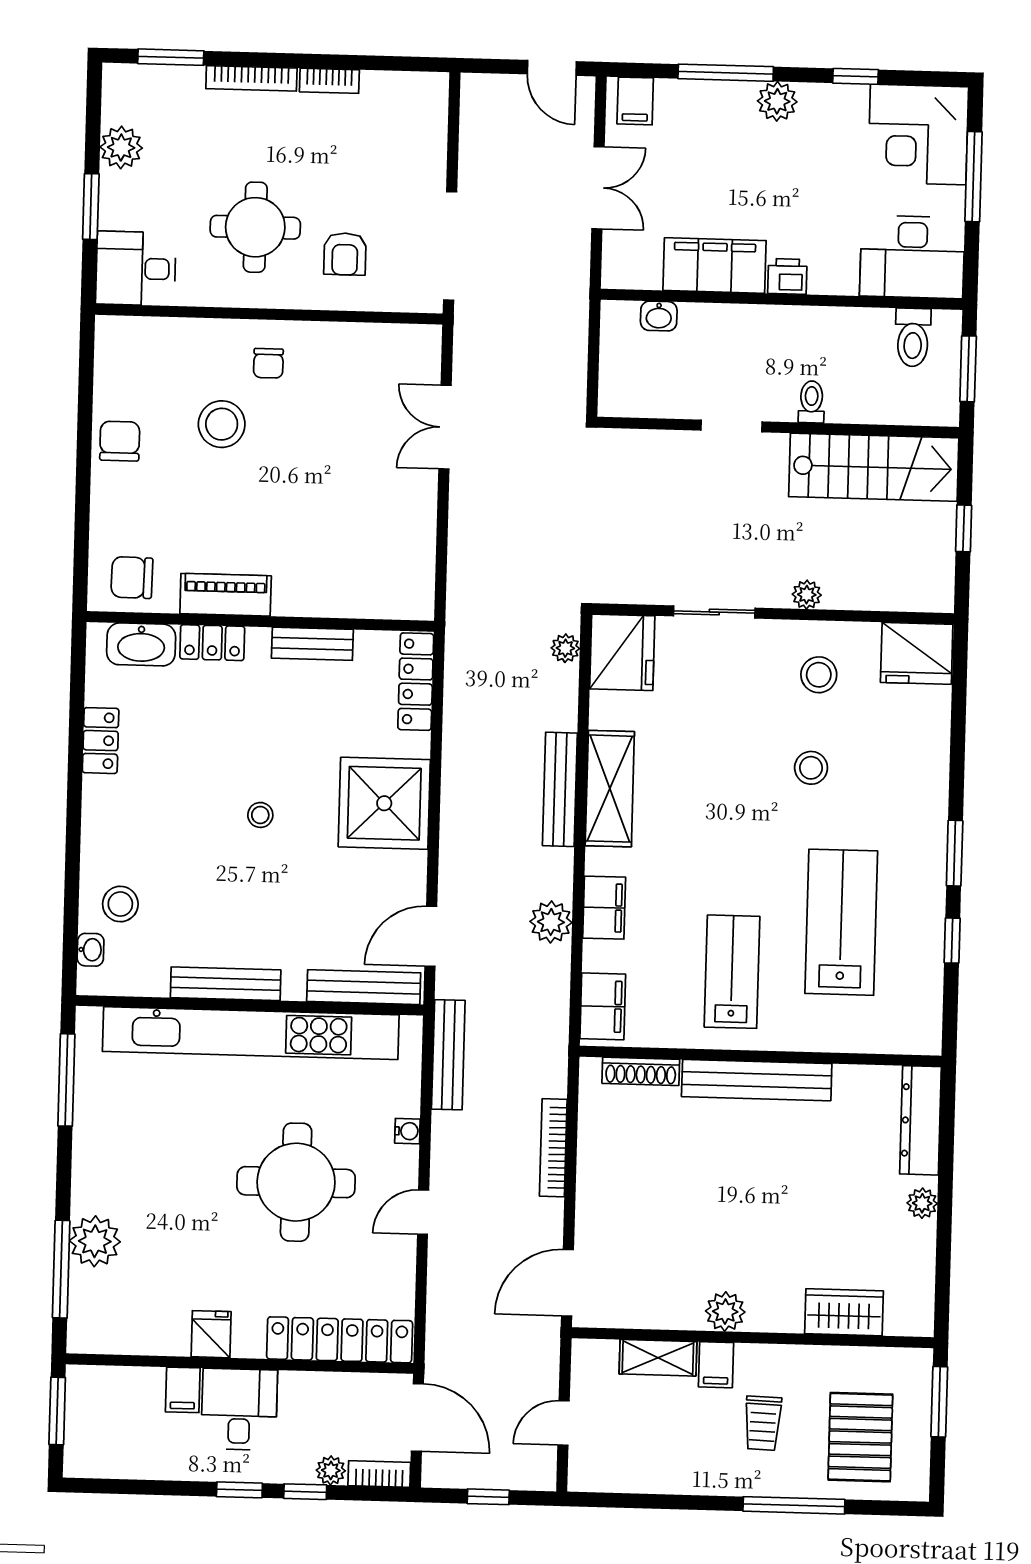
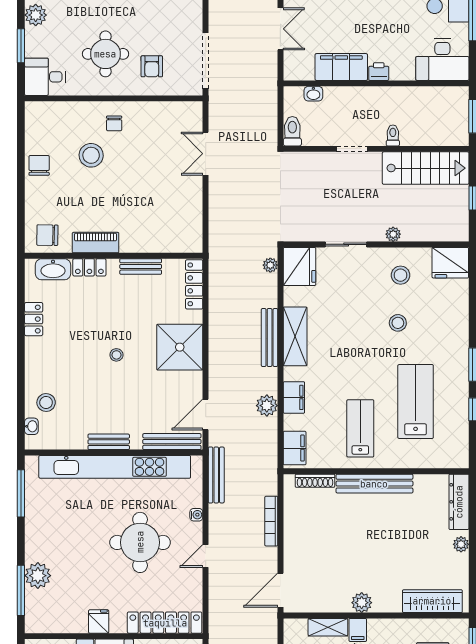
toilet: (913, 337) -> (292, 131), moved, turned 180
bench: (226, 984) -> (109, 442), width x0.73
wardrobe: (844, 1312) -> (432, 601), width x1.50

